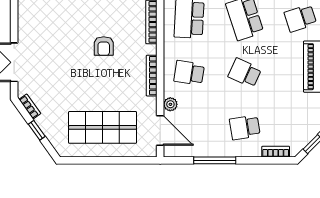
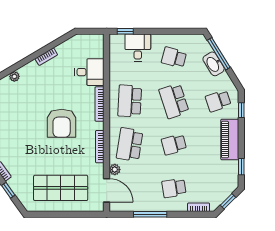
armchair: (104, 46) -> (62, 123), width x1.88, depth x1.88
school desk: (189, 73) -> (130, 144), width x1.85
school desk: (245, 73) -> (174, 144), turned -39

